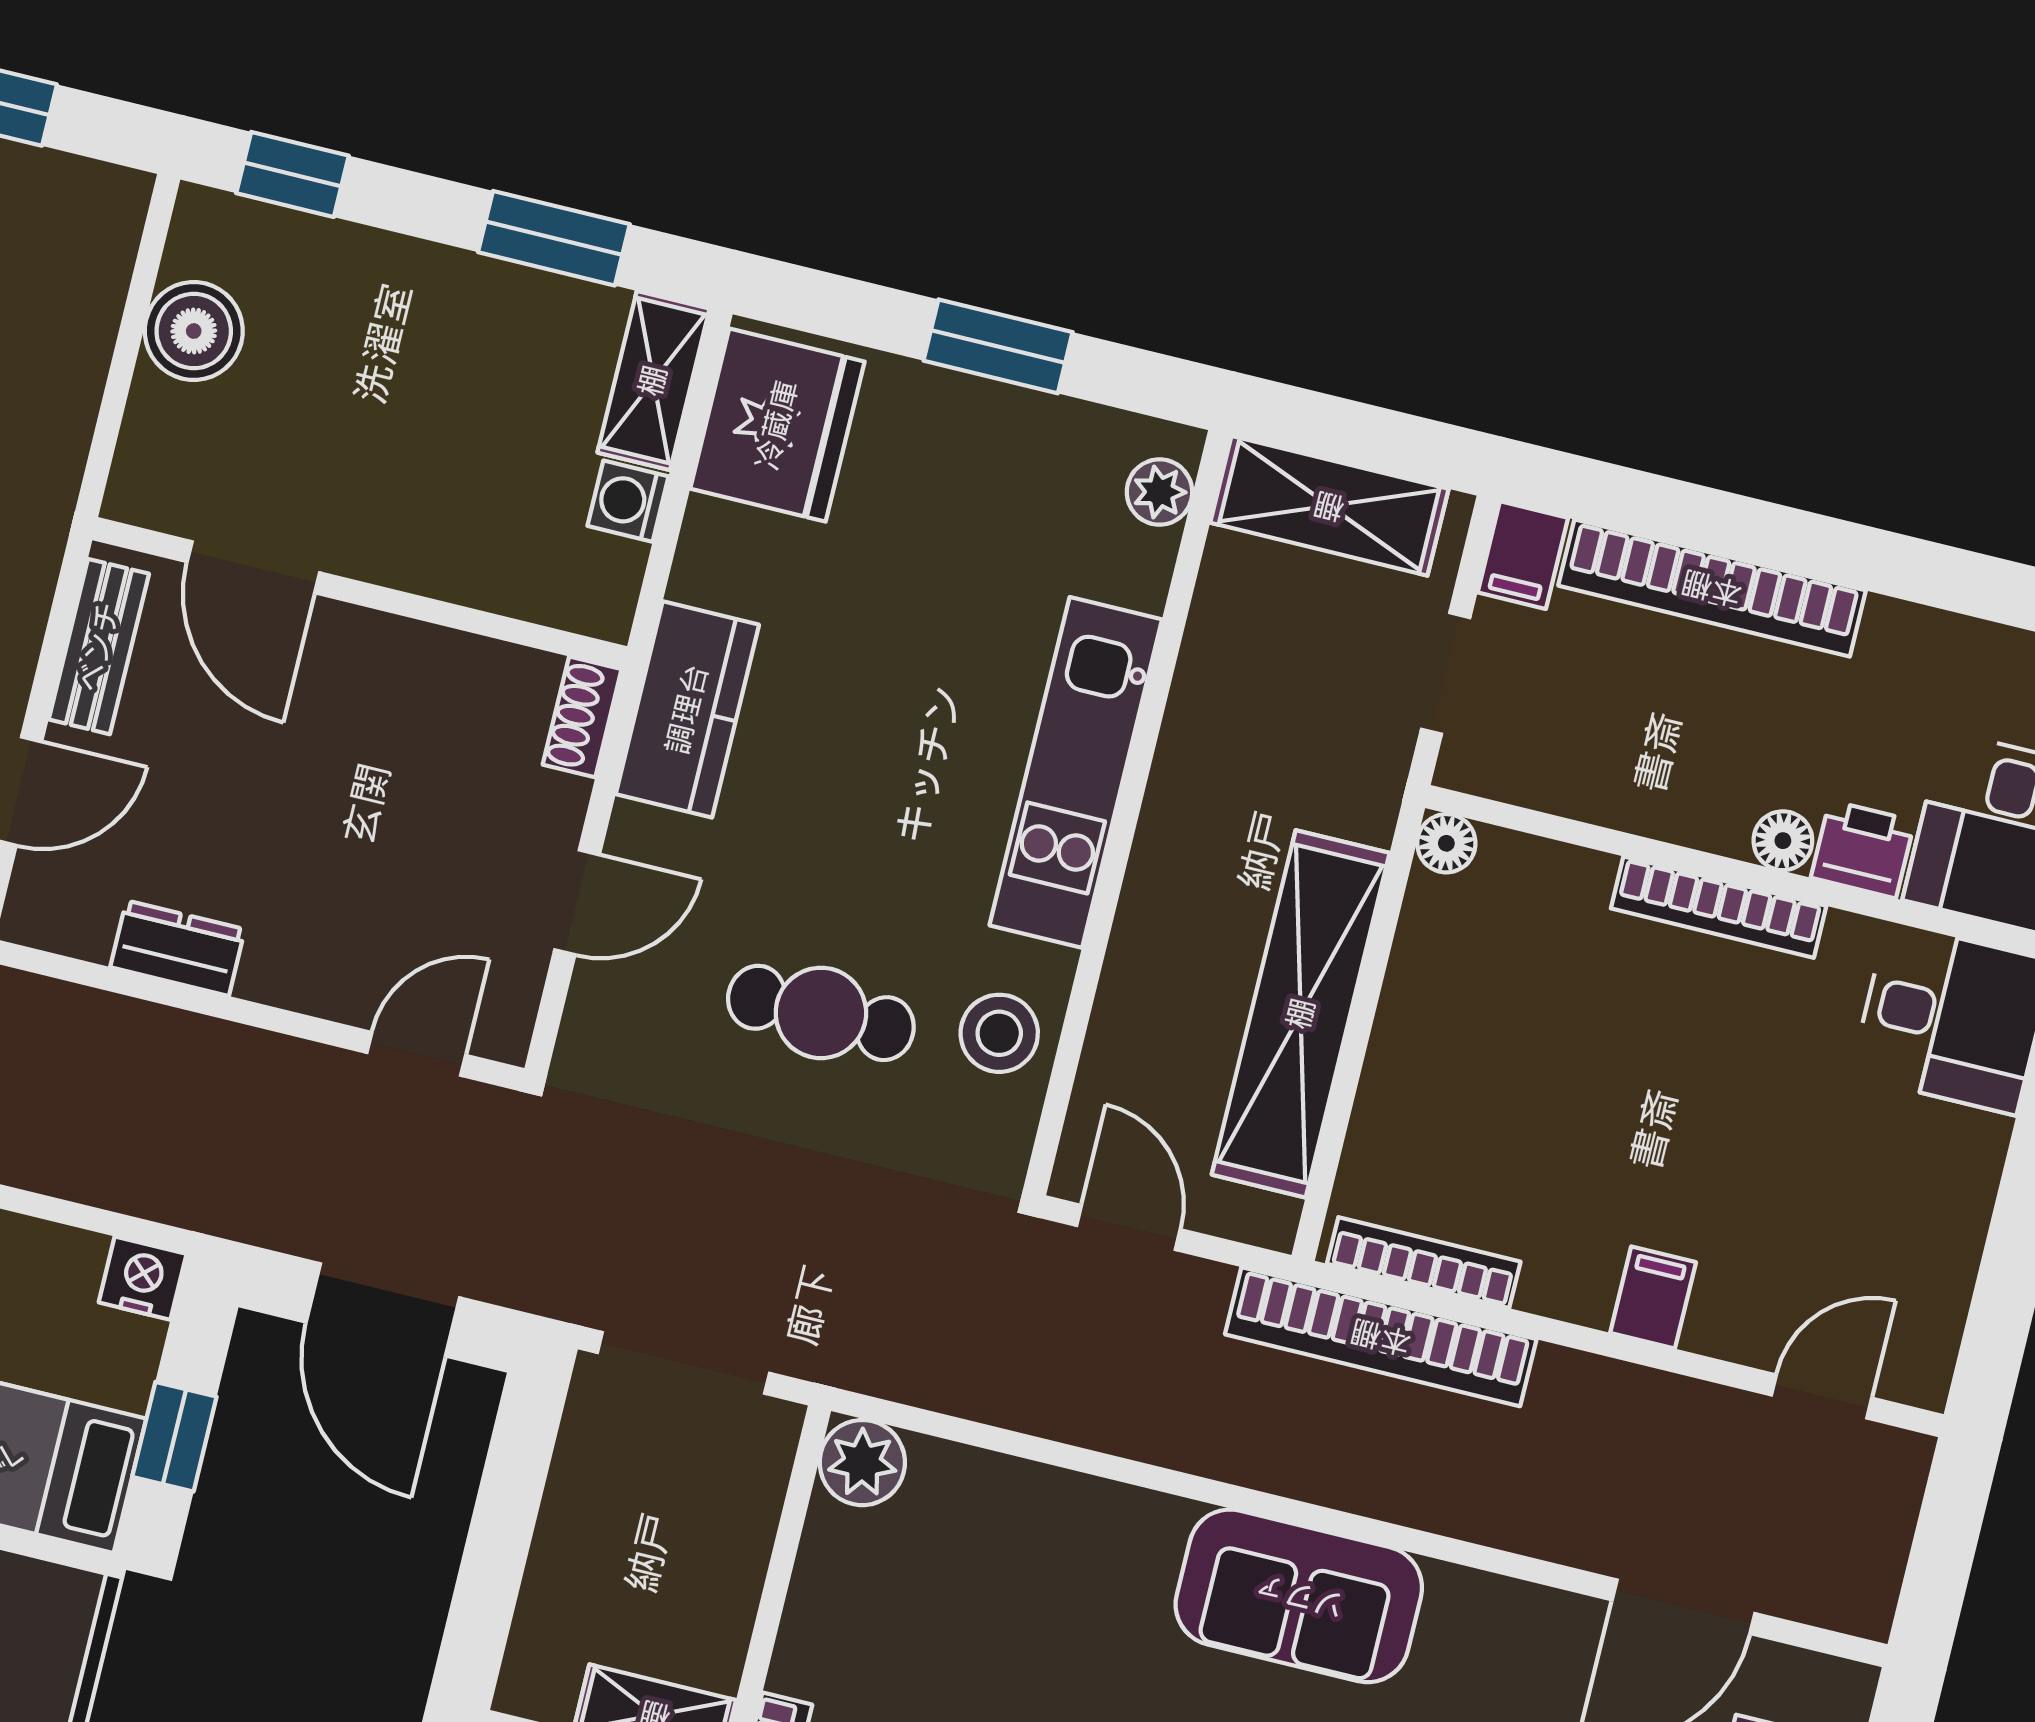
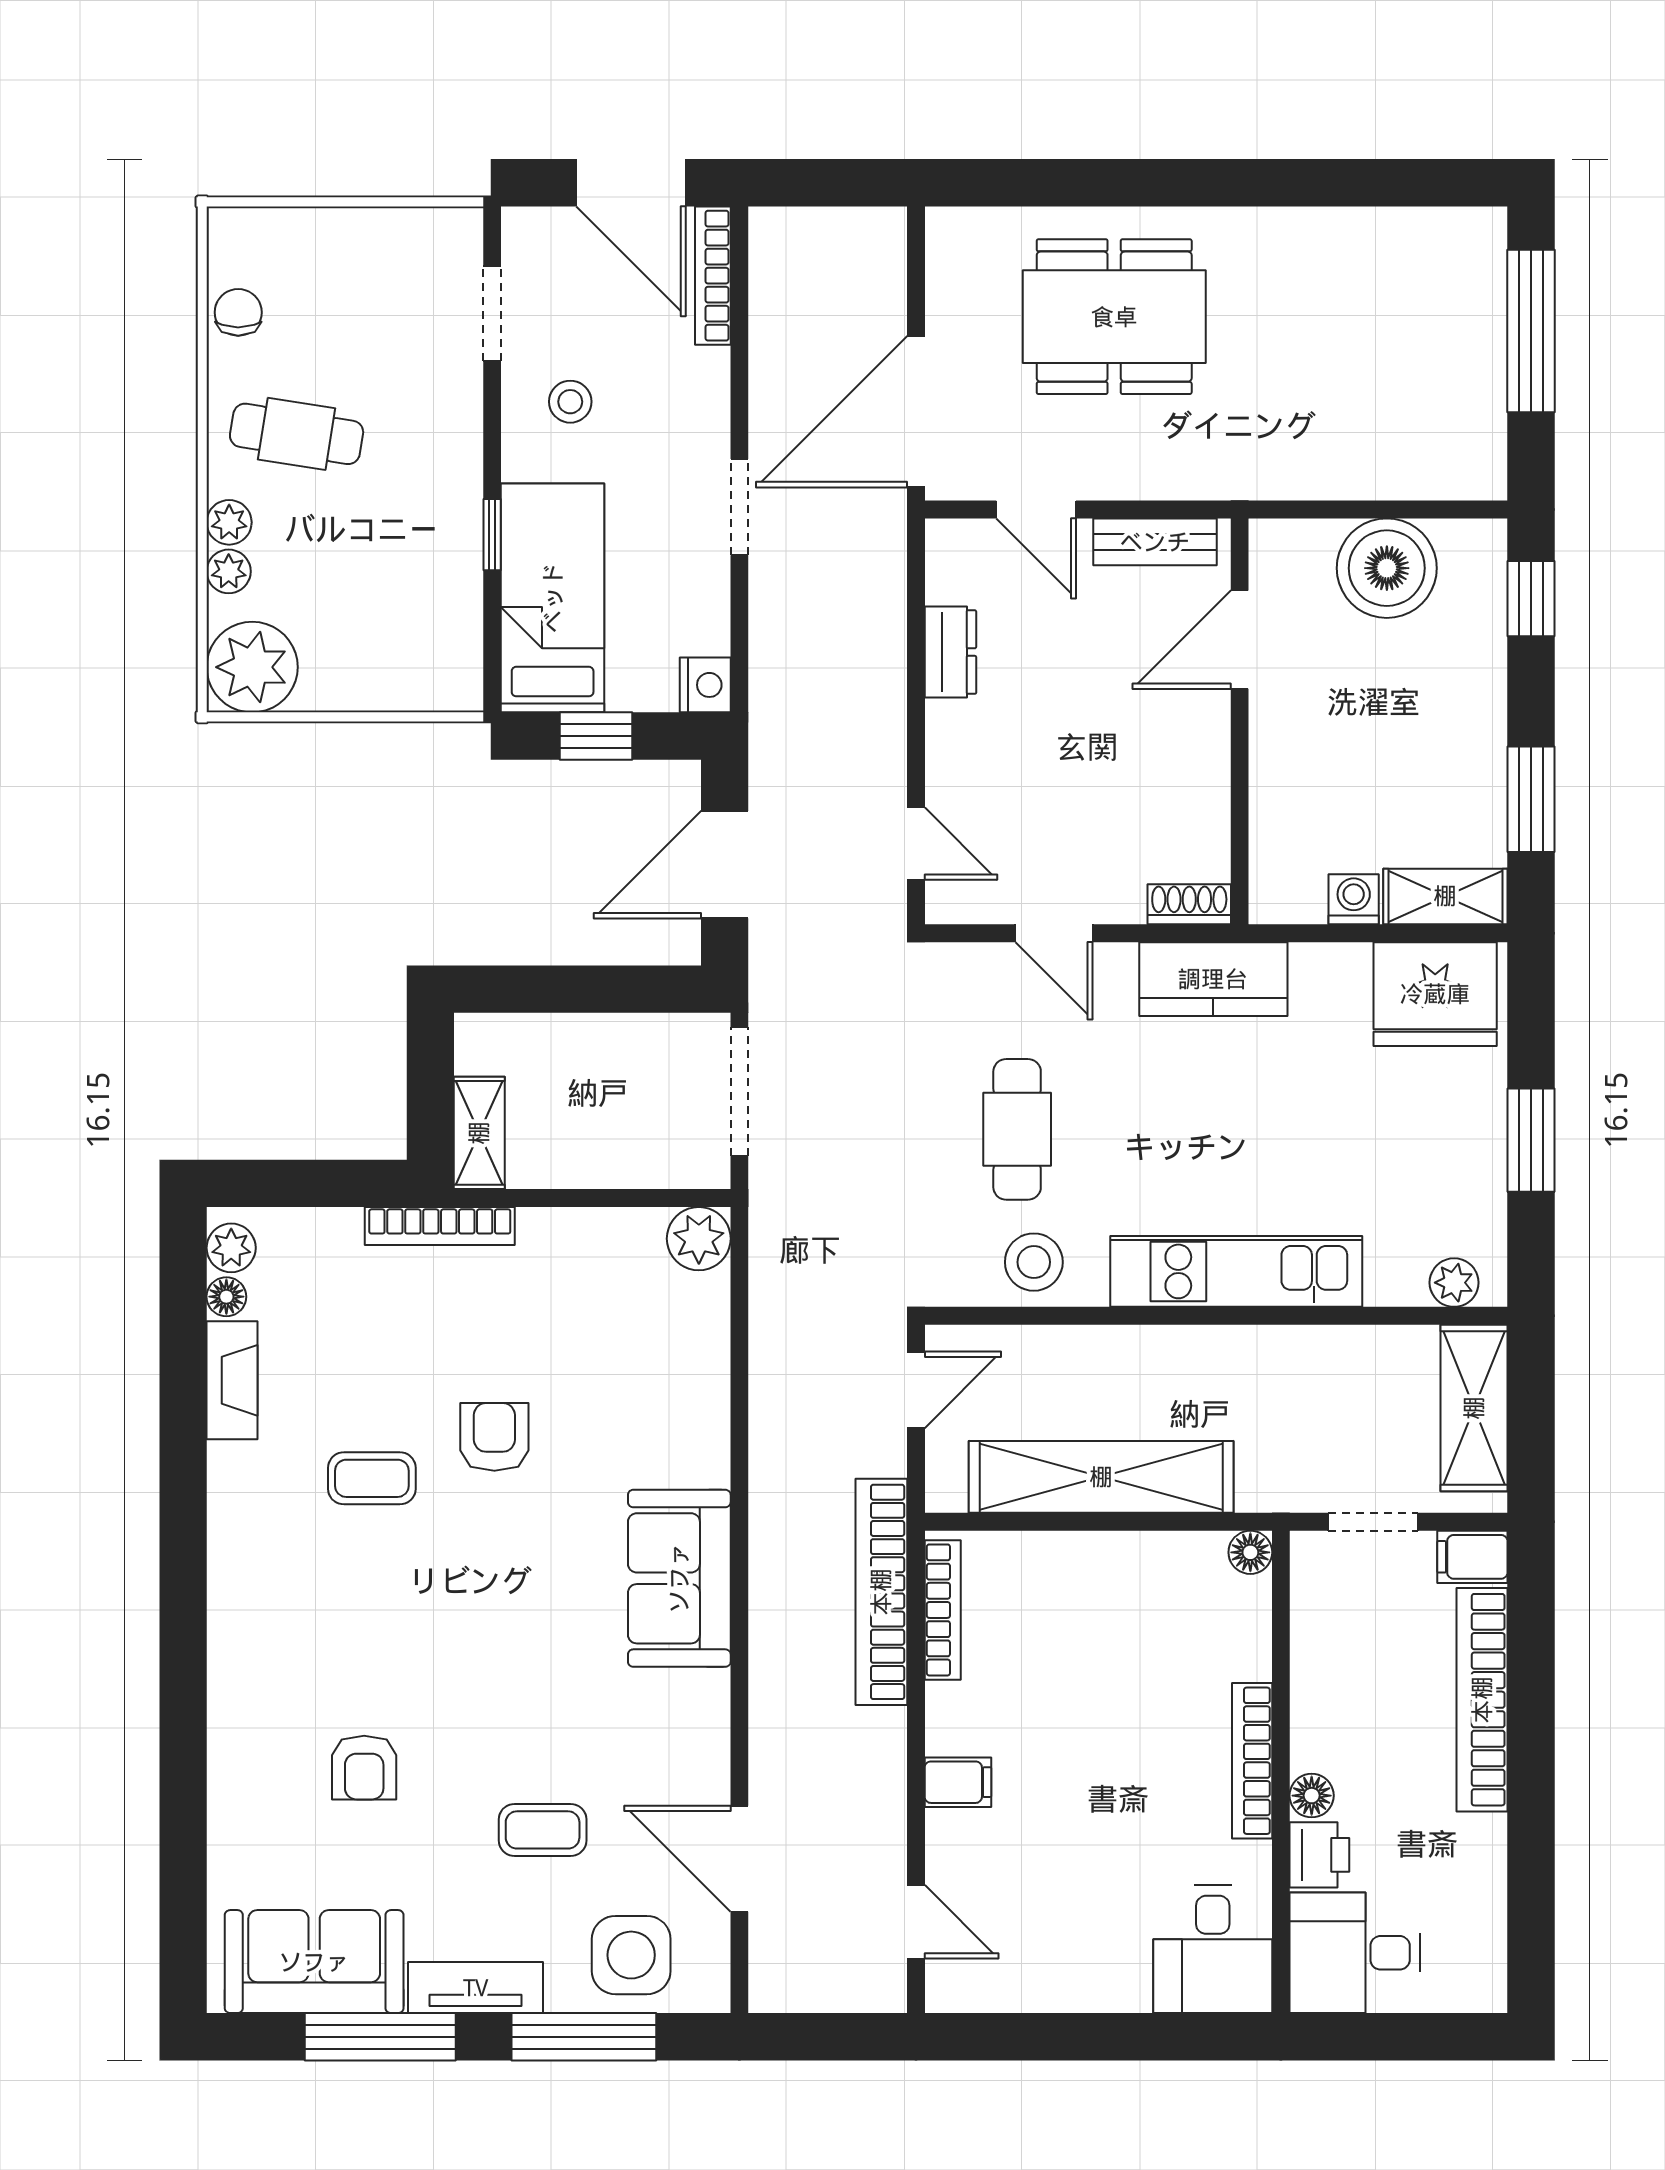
boiler: (194, 331) -> (1387, 568), width x1.37, depth x1.37

